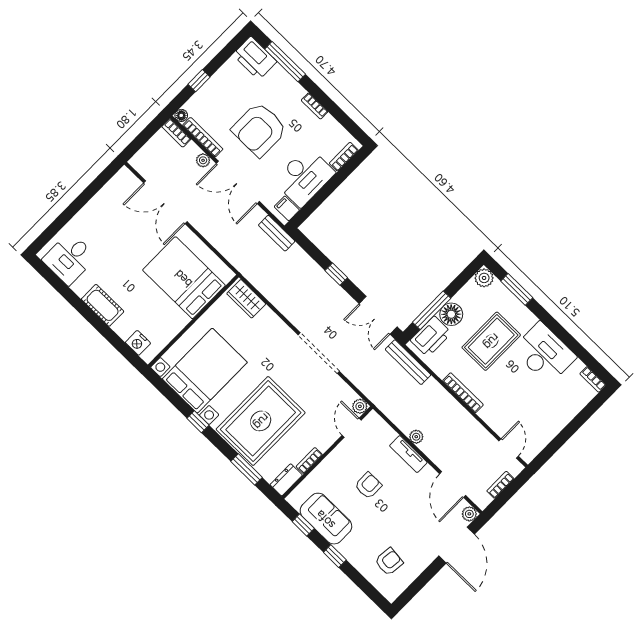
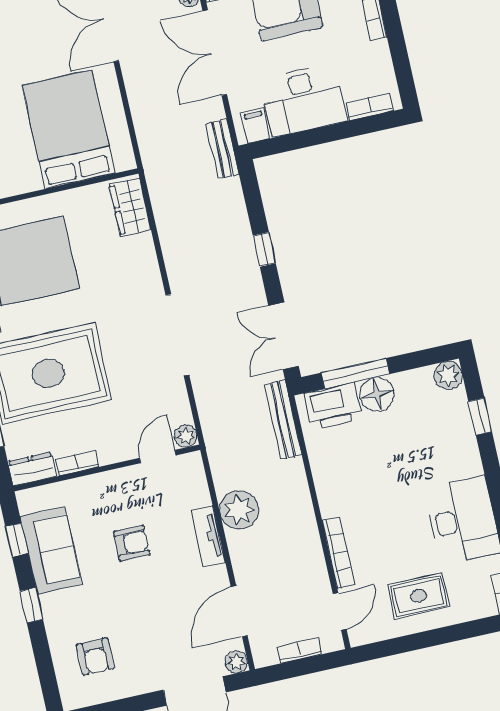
window: (517, 289) -> (480, 416), width x0.67
rug: (491, 341) -> (419, 596), moved, width x0.73, depth x0.70
bookcase: (463, 393) -> (338, 552), moved
plant: (416, 437) -> (239, 510), width x1.88, depth x1.88
armchair: (389, 562) -> (95, 656), turned 84

